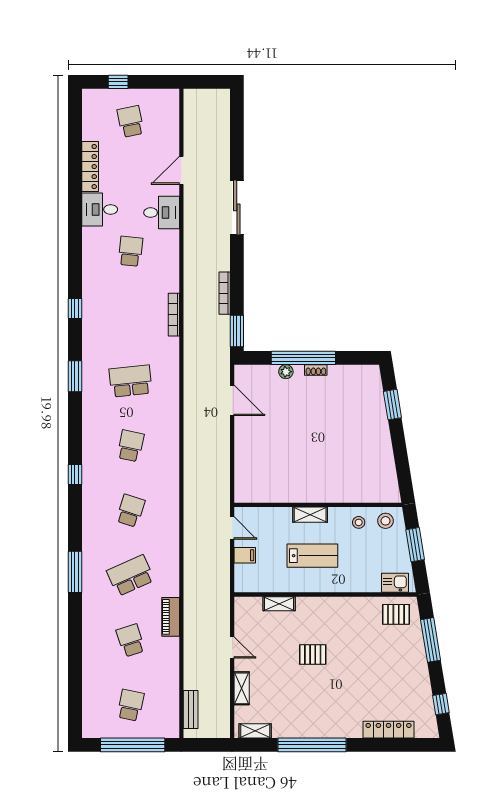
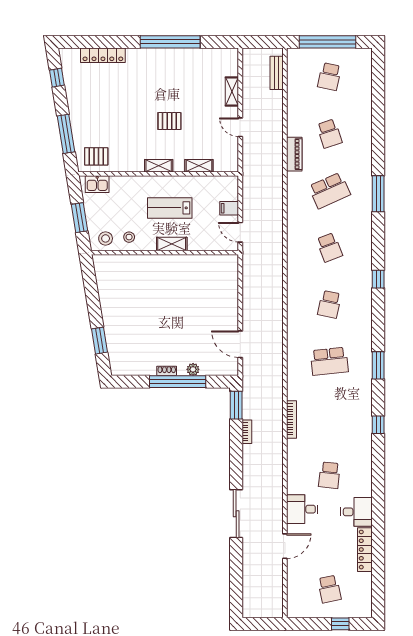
bookcase: (225, 293) -> (247, 432), width x0.64
school desk: (131, 511) -> (329, 247), turned -39
shelving: (255, 731) -> (159, 166), moved

